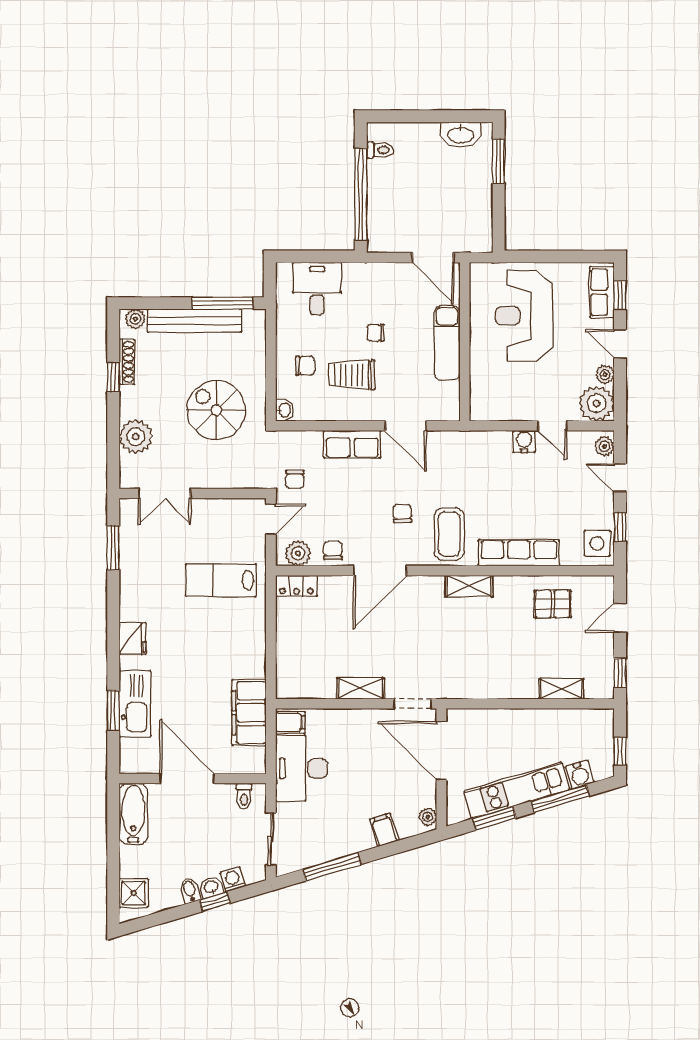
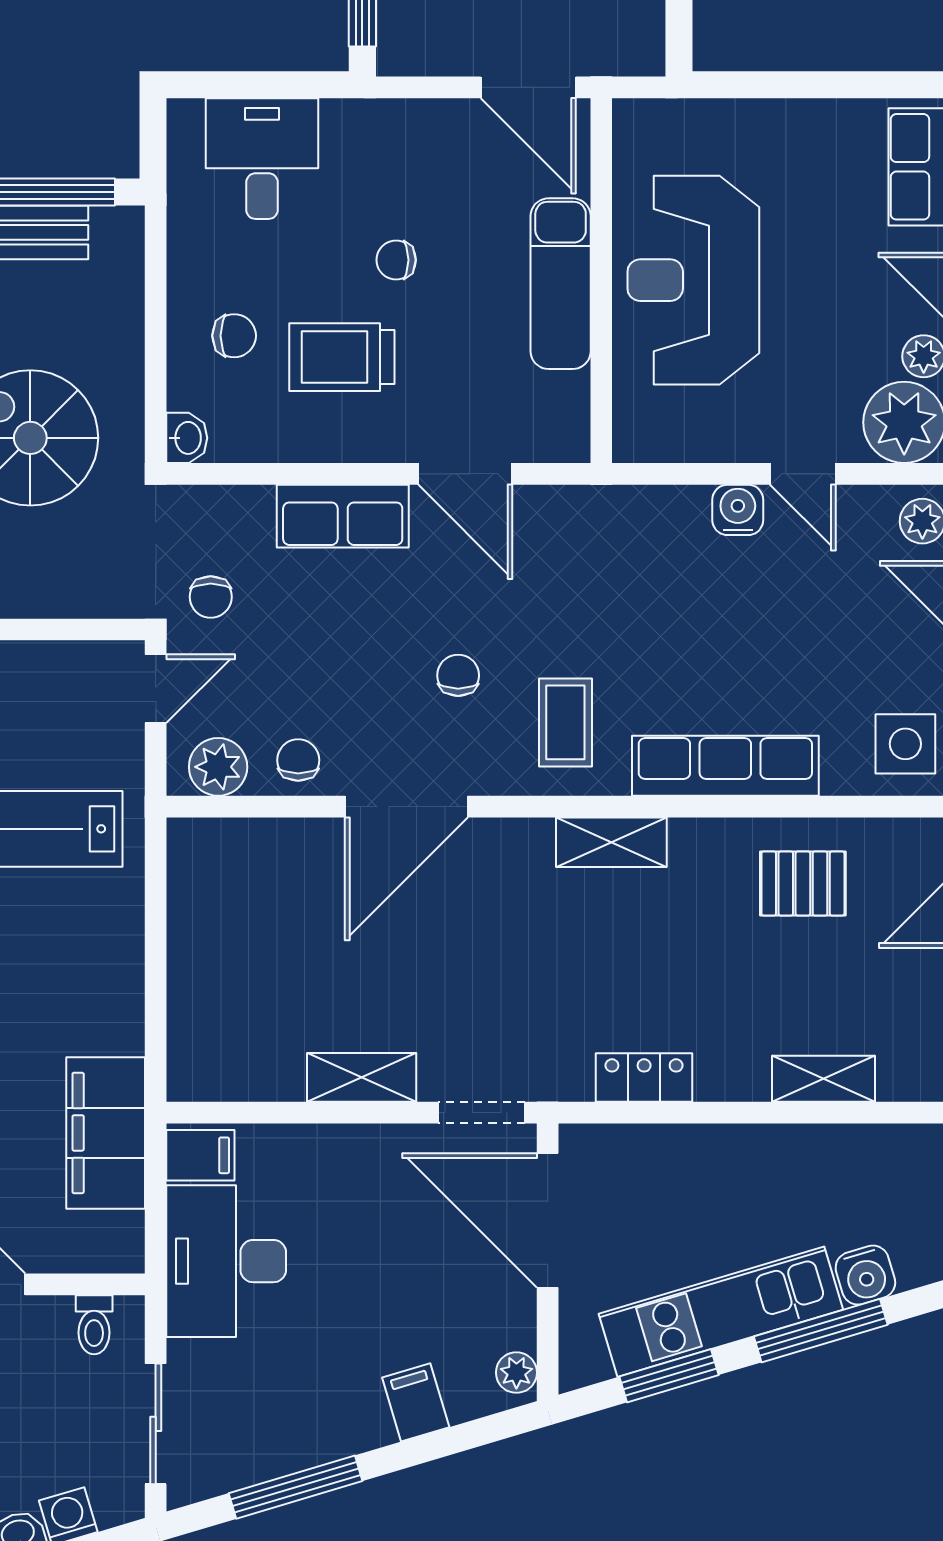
reception desk: (524, 316) -> (693, 280), moved
coffee table: (449, 534) -> (565, 722), width x0.73, depth x0.77
locker: (296, 586) -> (644, 1078), moved, turned 180

